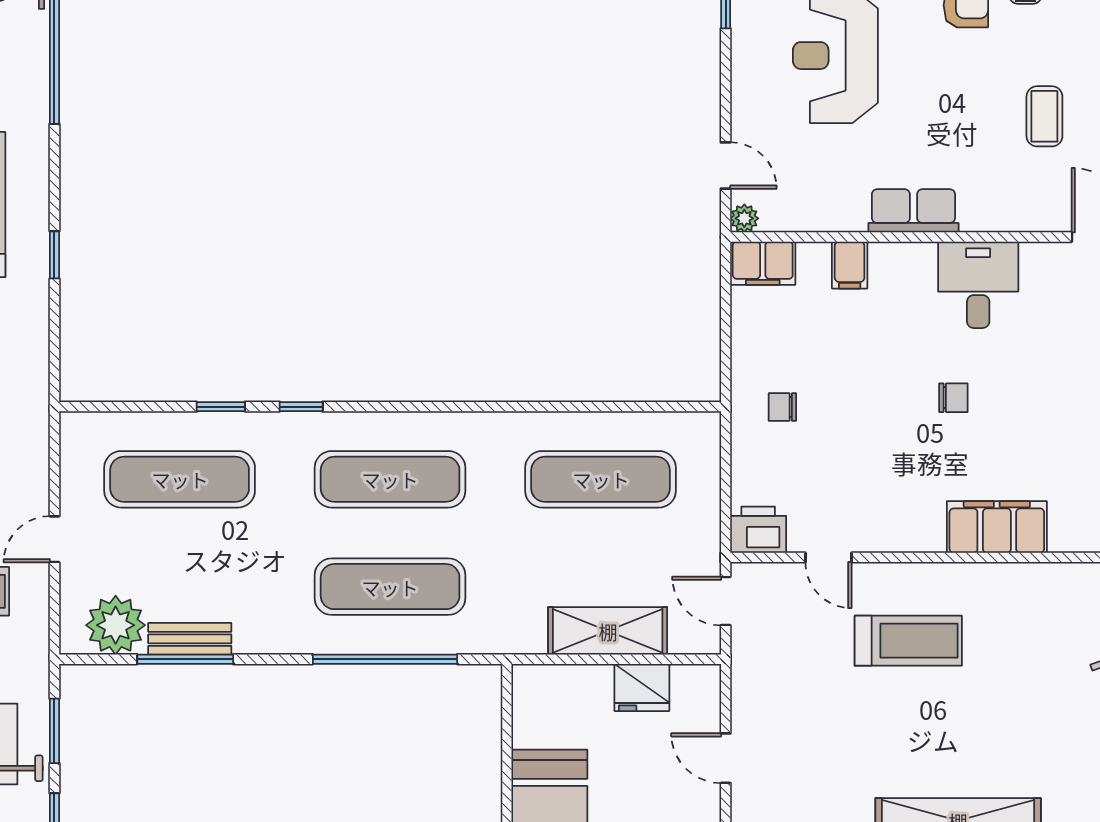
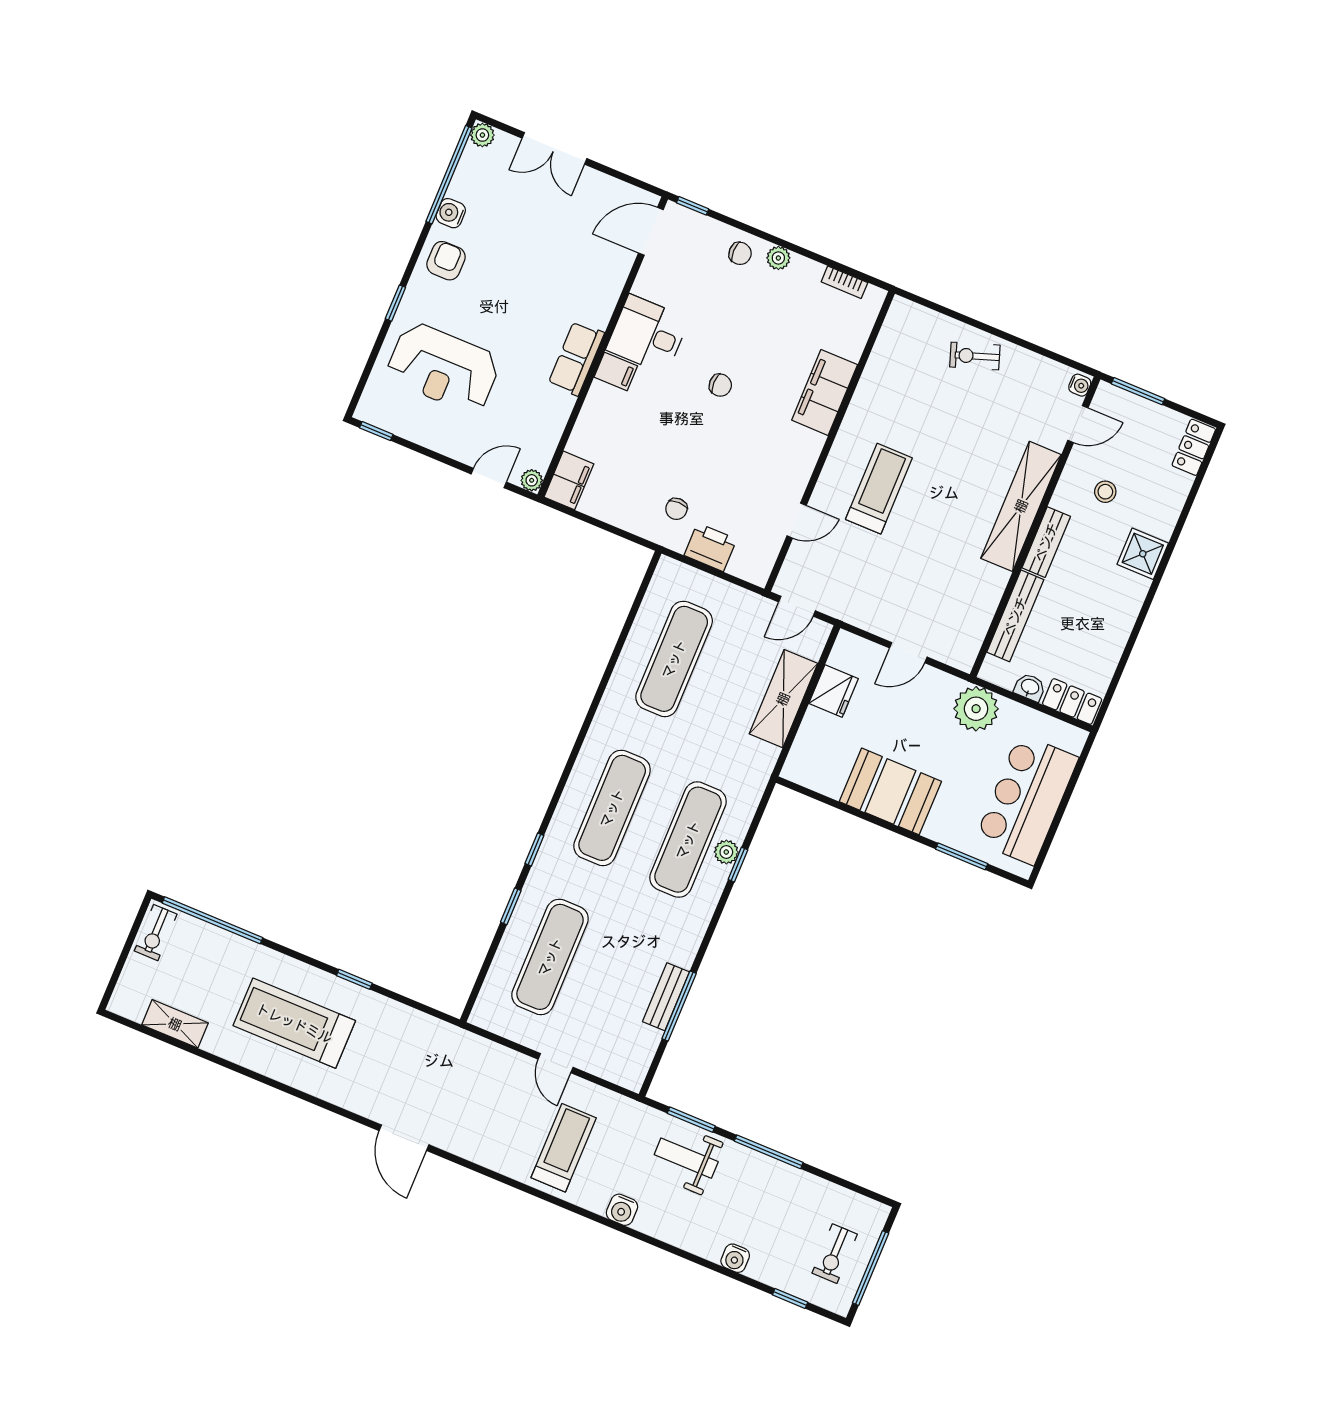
coffee table: (1044, 116) -> (548, 238), removed
filing cabinet: (850, 265) -> (616, 372), moved
chair: (953, 398) -> (720, 385), turned 90
printer: (758, 530) -> (710, 547), moved, turned 90
plant: (116, 625) -> (726, 852), moved, width x0.53, depth x0.53
window: (385, 659) -> (738, 865), width x0.32

